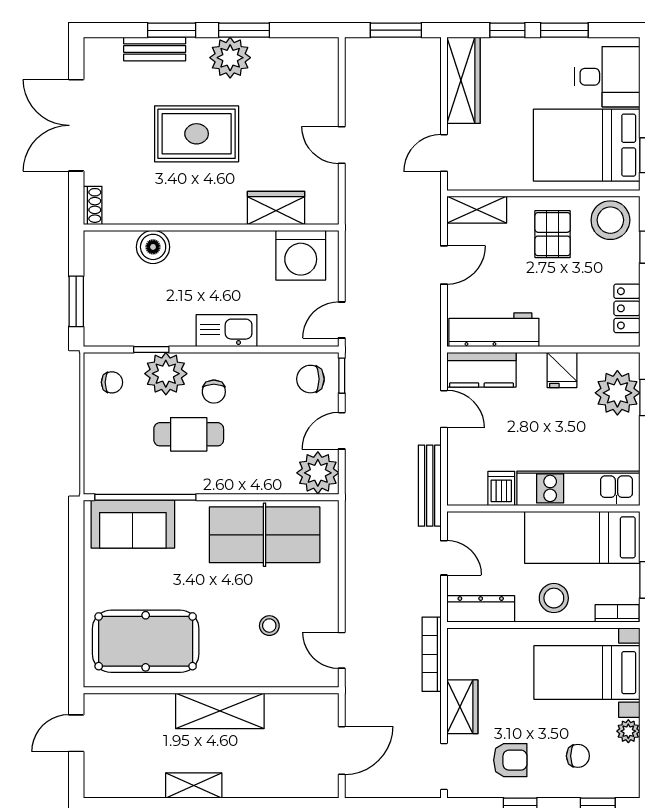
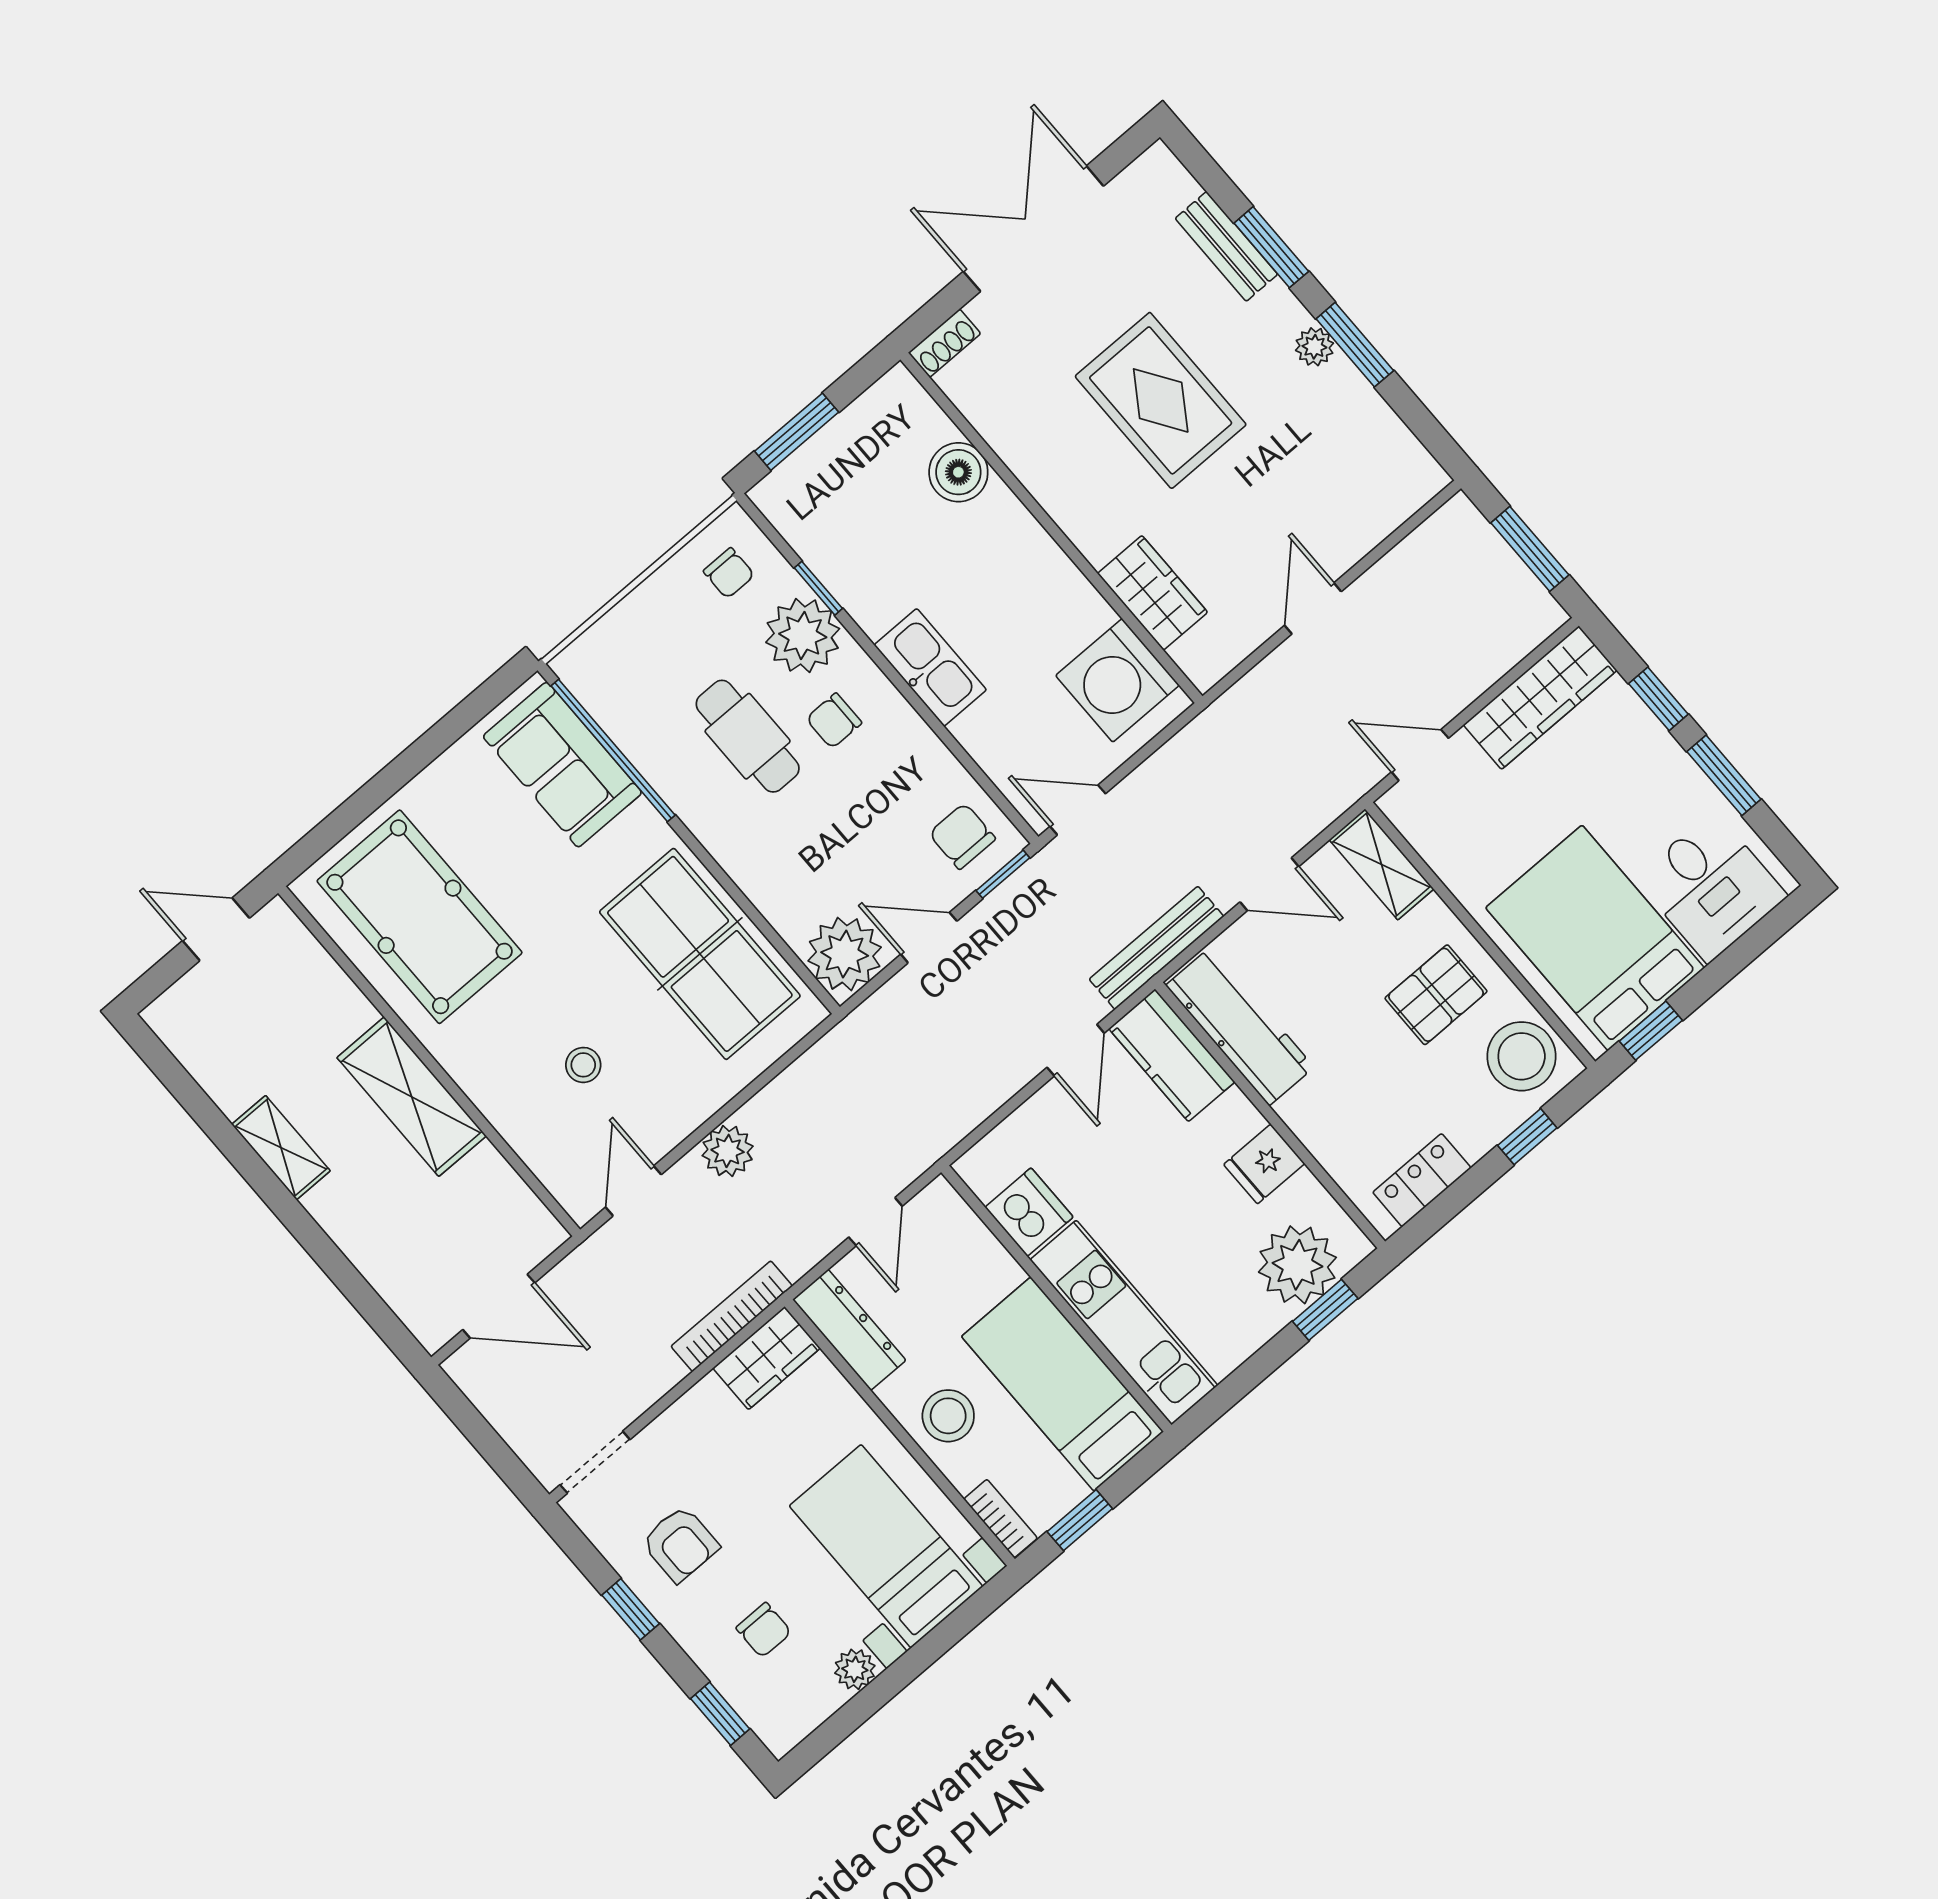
plant: (230, 58) -> (1314, 347), width x0.53, depth x0.53
bench: (430, 486) -> (1156, 948), moved
dishwasher: (501, 488) -> (1029, 1212), width x1.38
plant: (359, 595) -> (728, 1151), added
wardrobe: (462, 707) -> (767, 1358), moved

